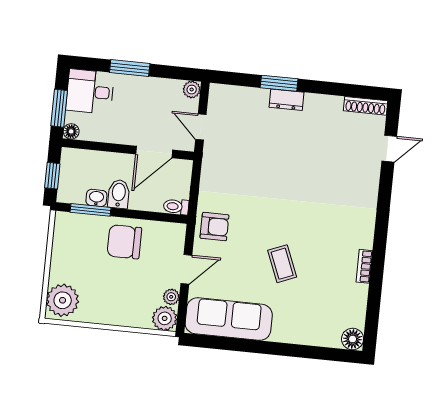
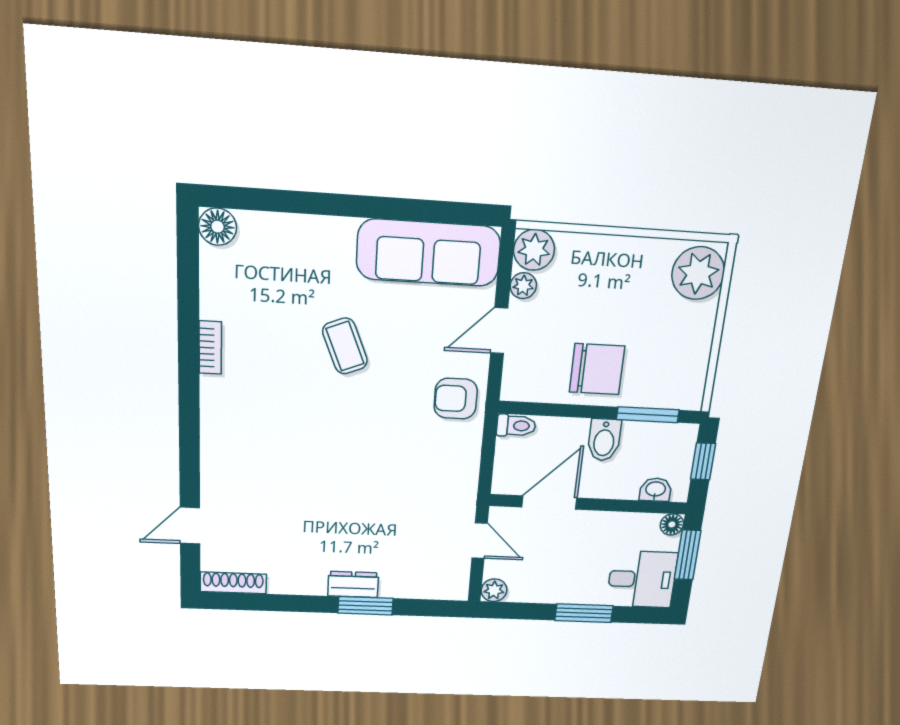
washbasin: (96, 198) -> (656, 490), moved, turned 180

